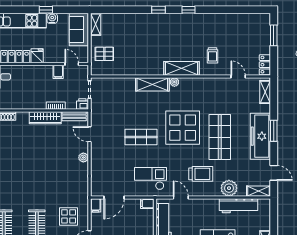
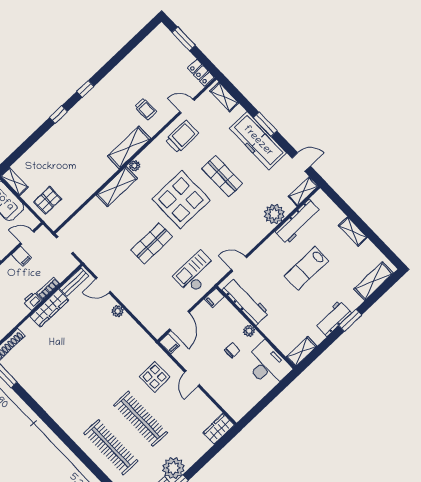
printer: (82, 104) -> (32, 301), moved
shop shelf: (220, 137) -> (222, 176), width x0.70, depth x0.74
trolley: (201, 174) -> (182, 136), moved

